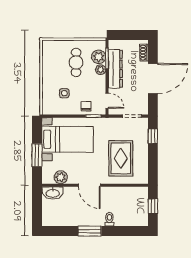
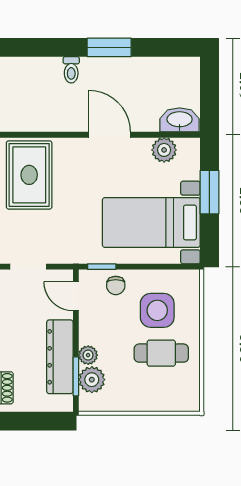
cafe table: (76, 62) -> (161, 353), moved, turned 90
side table: (64, 93) -> (157, 310), width x1.87, depth x1.87
rug: (121, 158) -> (29, 175), moved

